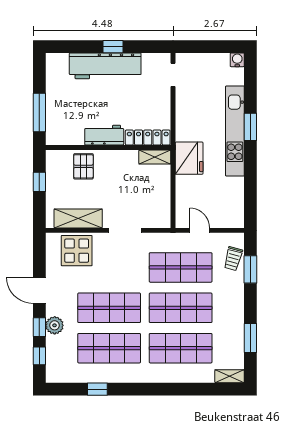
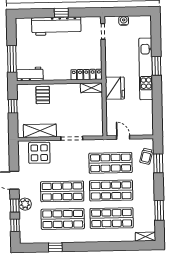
water cooler: (237, 60) -> (124, 21), moved
workbench: (104, 135) -> (30, 74), moved

